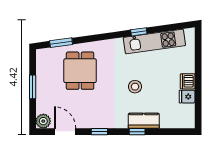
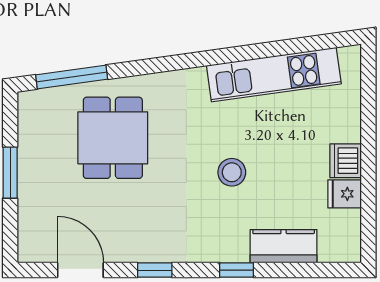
window: (139, 32) -> (240, 54), removed
window: (61, 43) -> (72, 77), width x1.44
plant: (43, 121) -> (33, 247), removed
kitchen counter: (144, 121) -> (284, 246), moved

